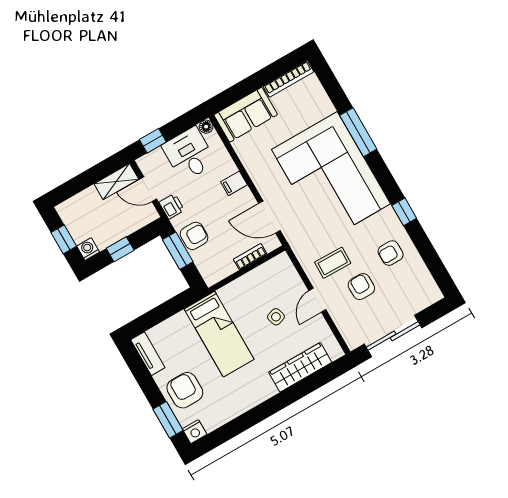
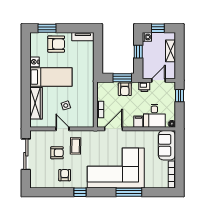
desk: (189, 154) -> (154, 116), moved, turned 90
shelving: (116, 181) -> (170, 51), moved
bed: (219, 334) -> (51, 77), moved, turned 180
nightstand: (195, 432) -> (35, 62), moved

